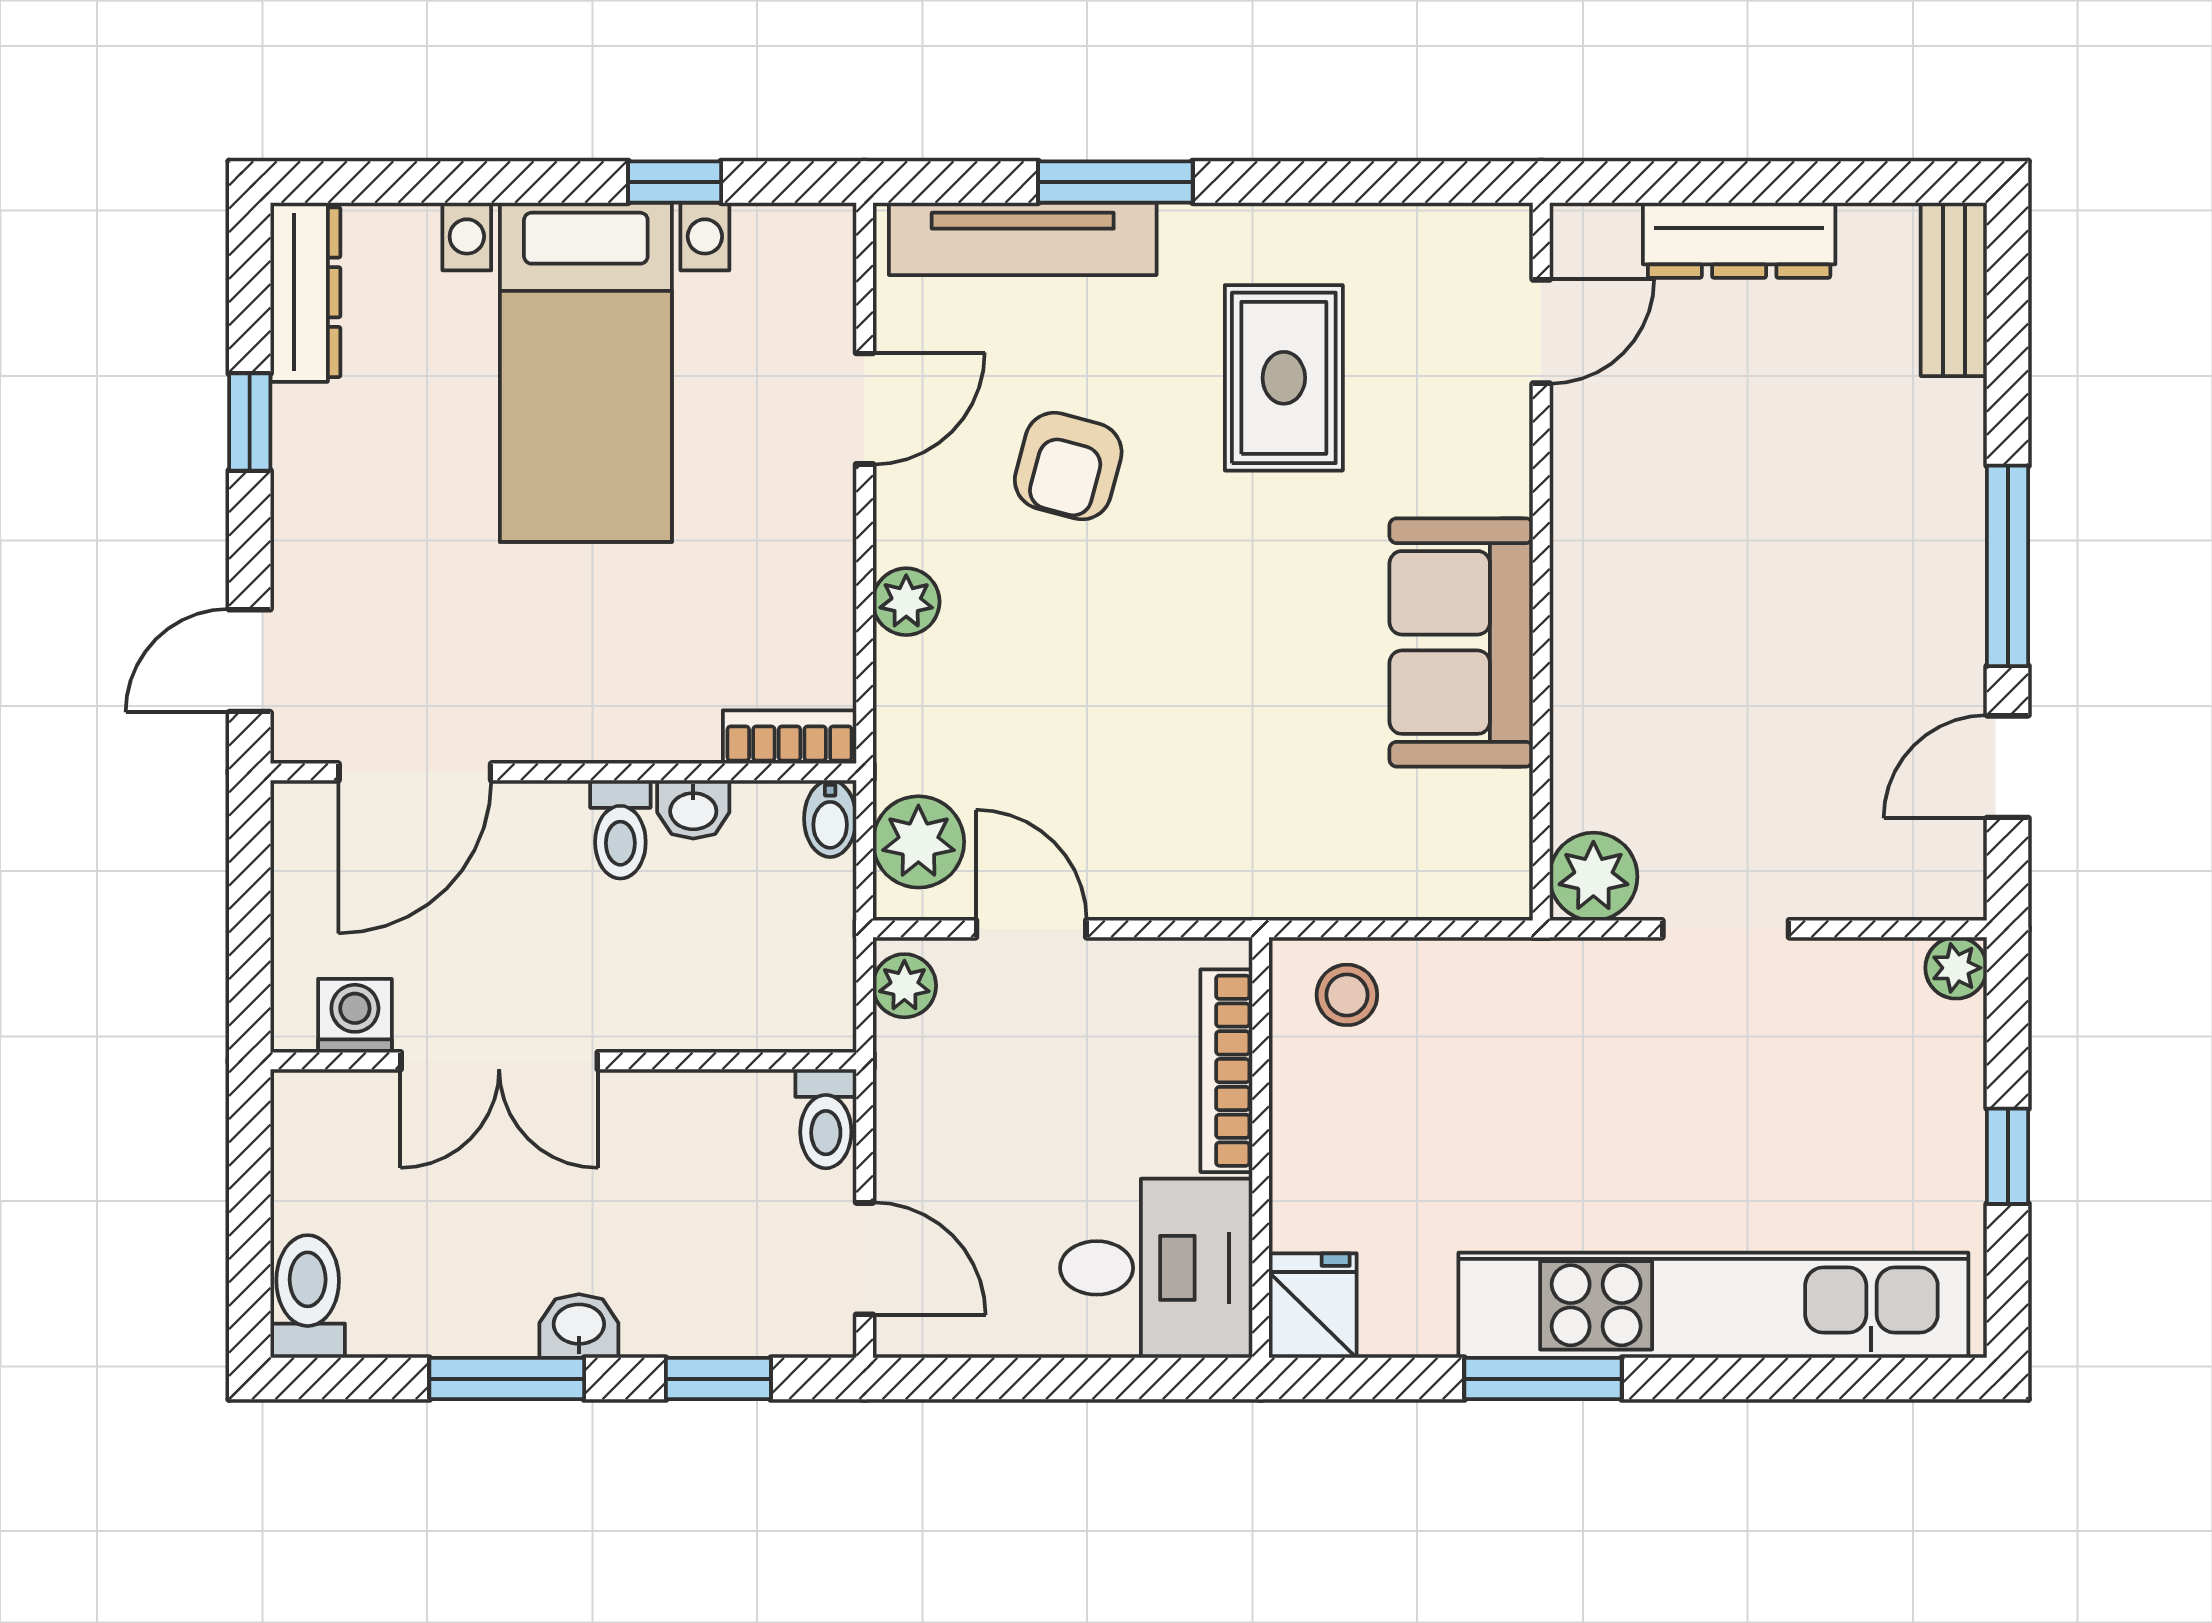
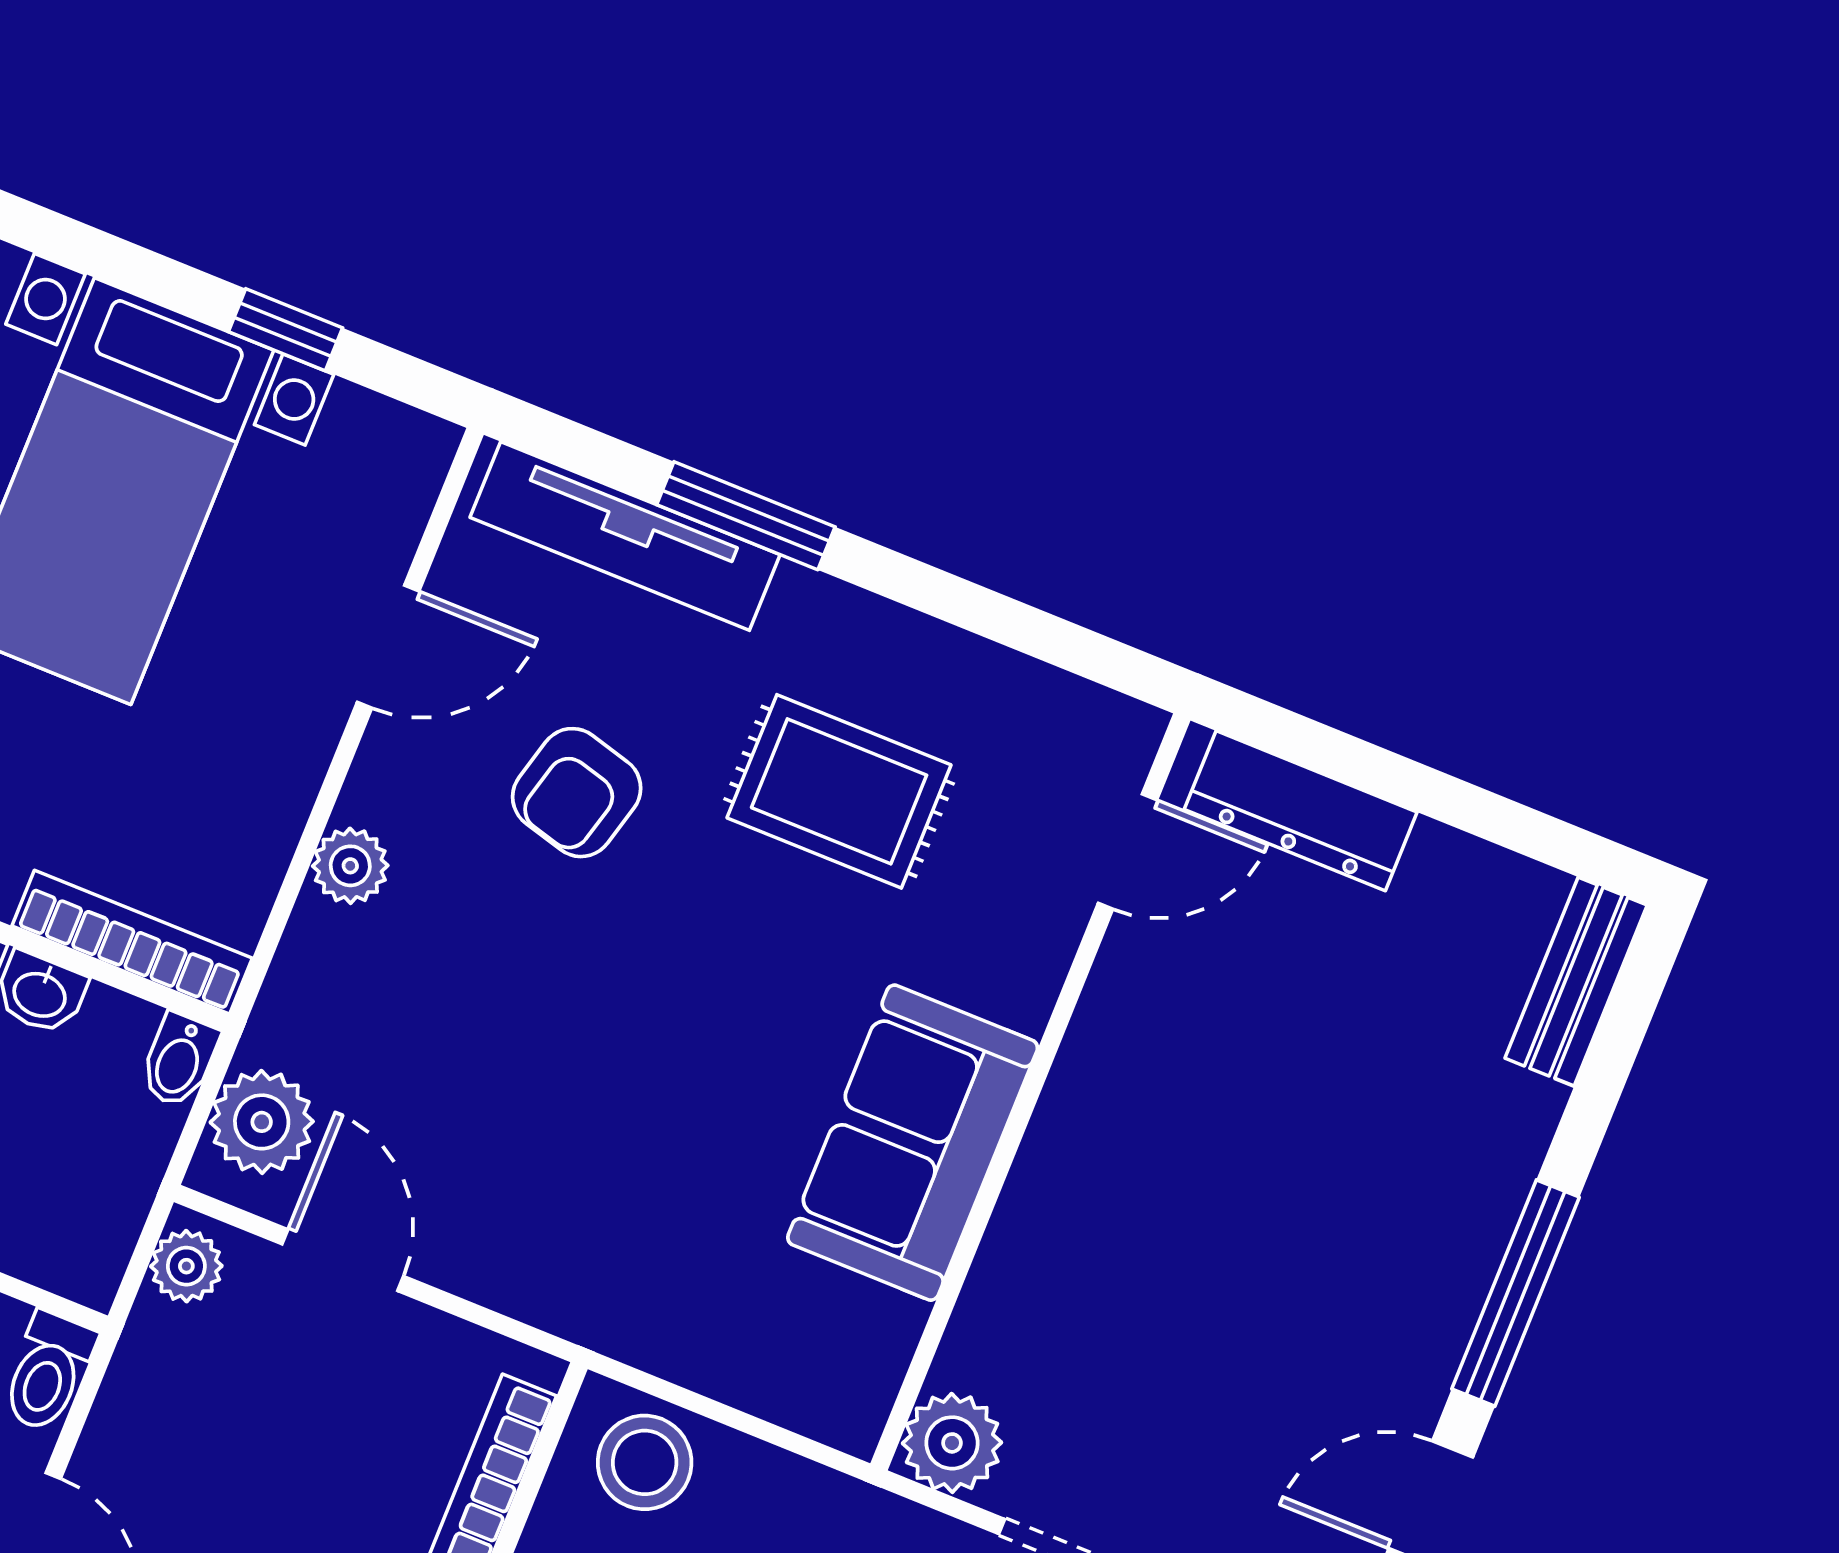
dresser: (1739, 240) -> (1301, 811), moved
rug: (1284, 378) -> (839, 791), turned 90
bookcase: (790, 737) -> (132, 942), width x1.56
stool: (1347, 995) -> (645, 1462), width x1.37, depth x1.37

